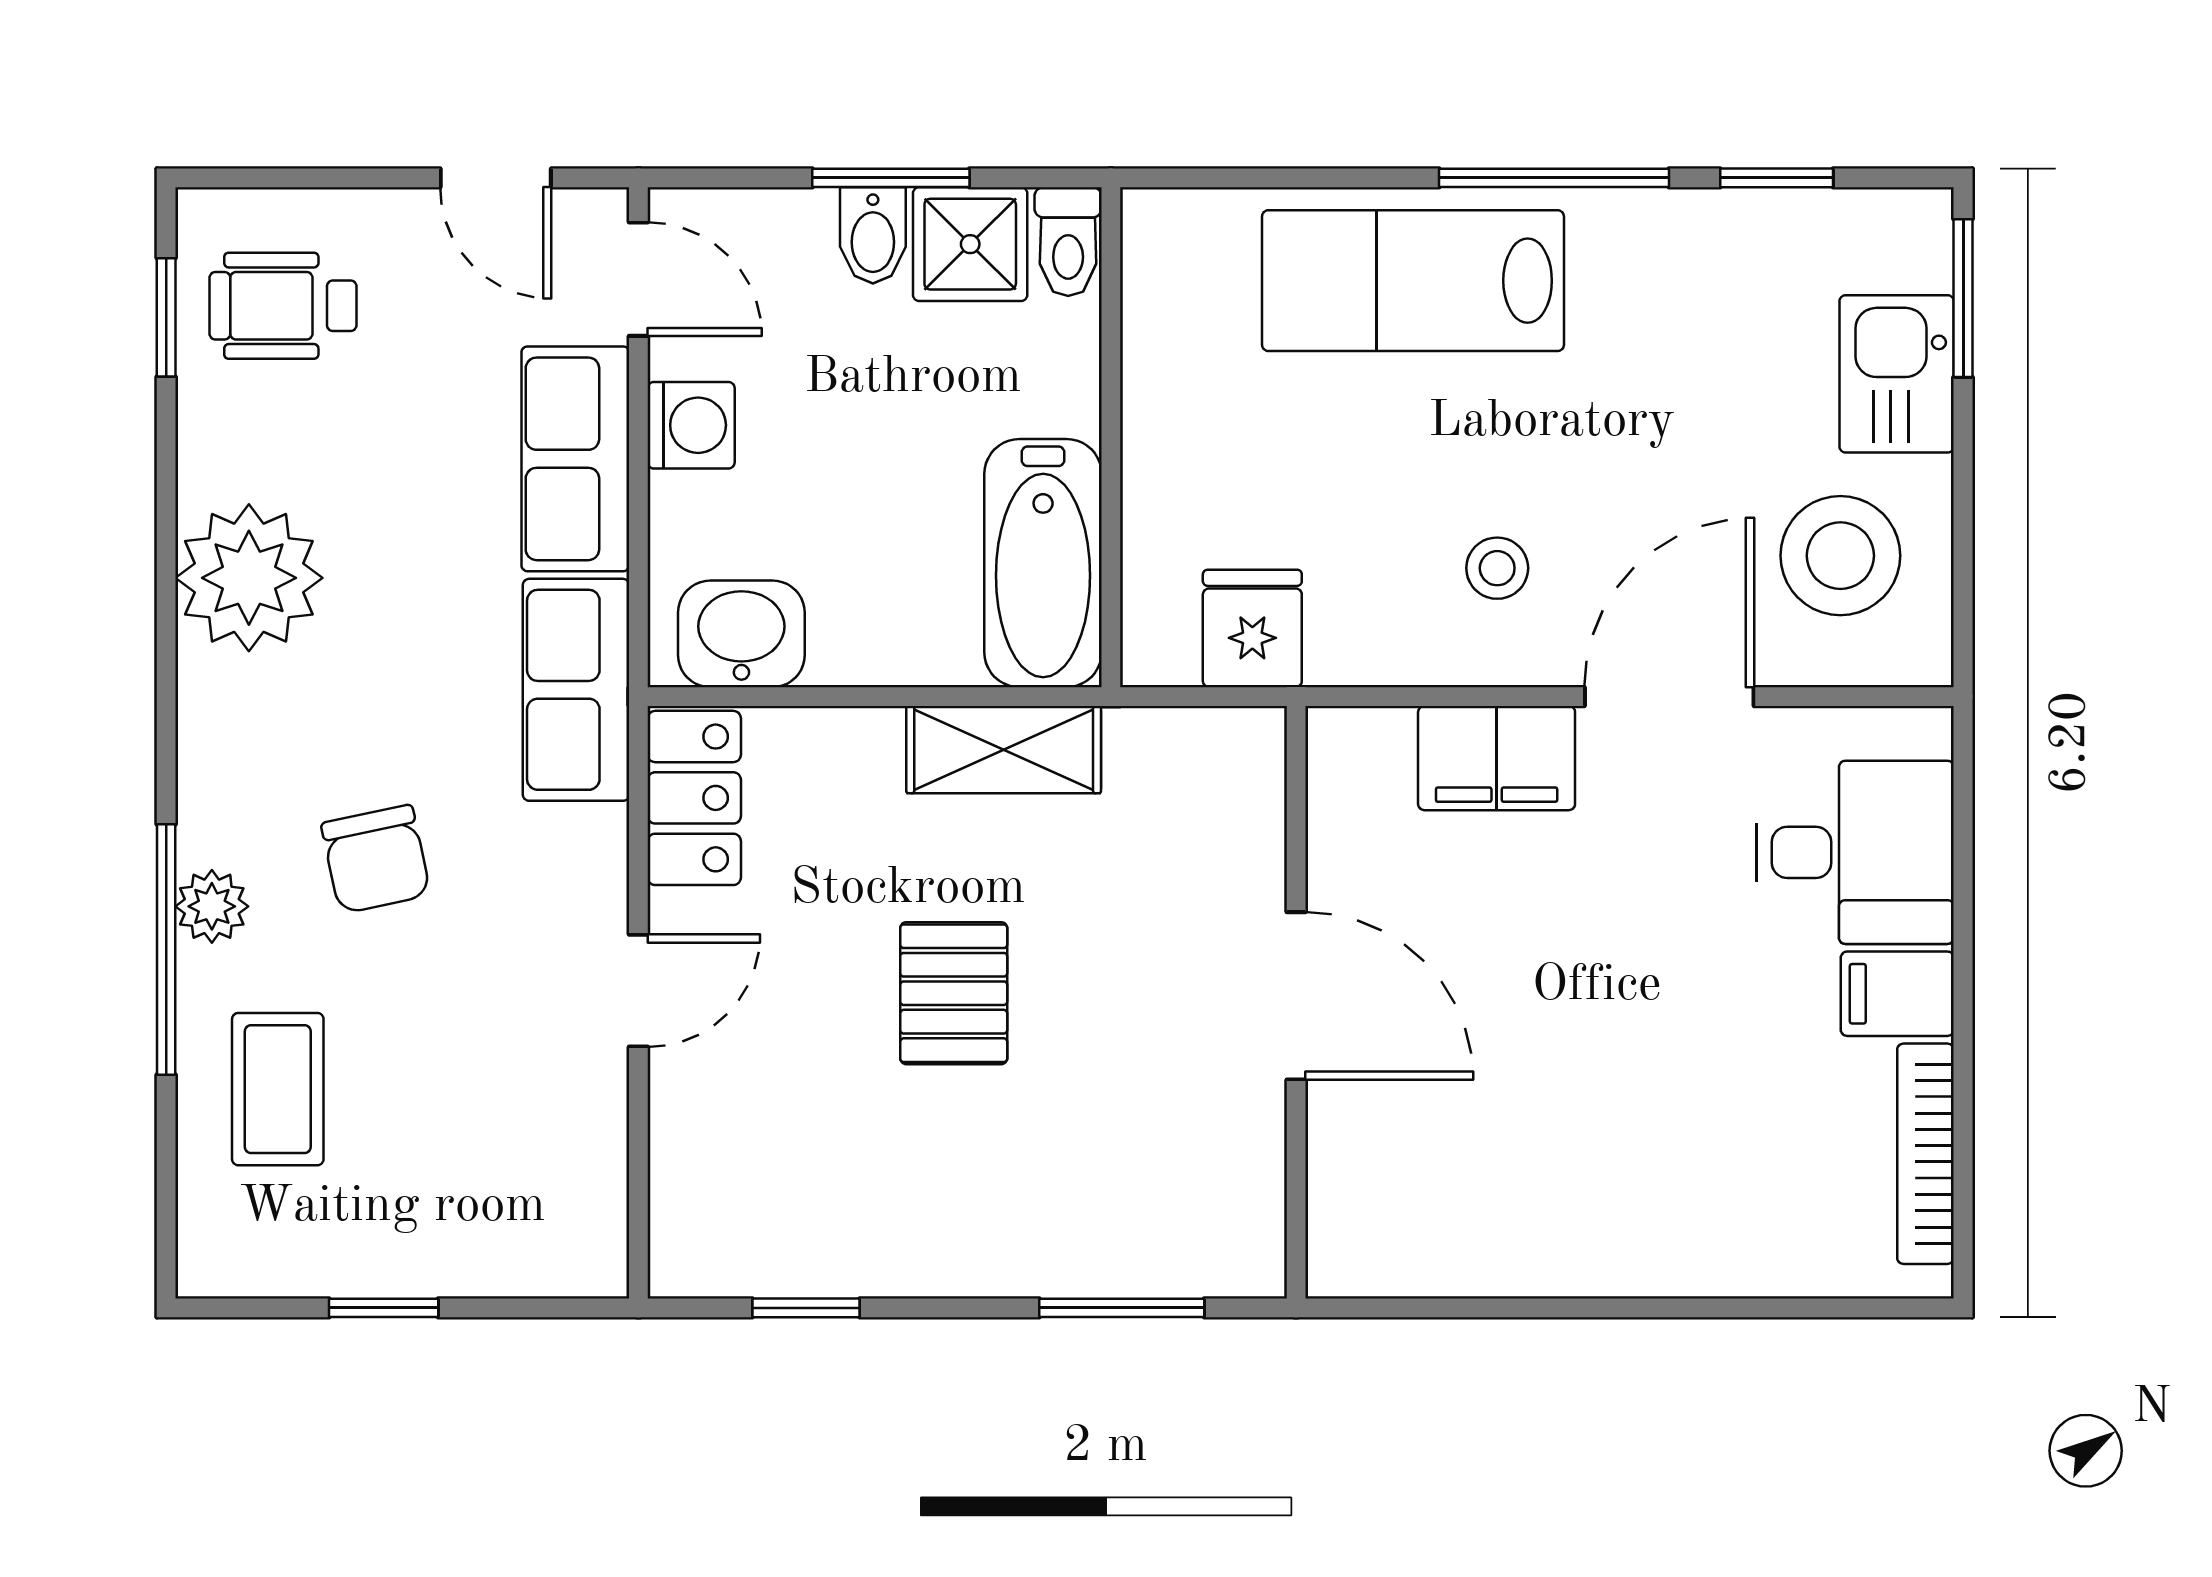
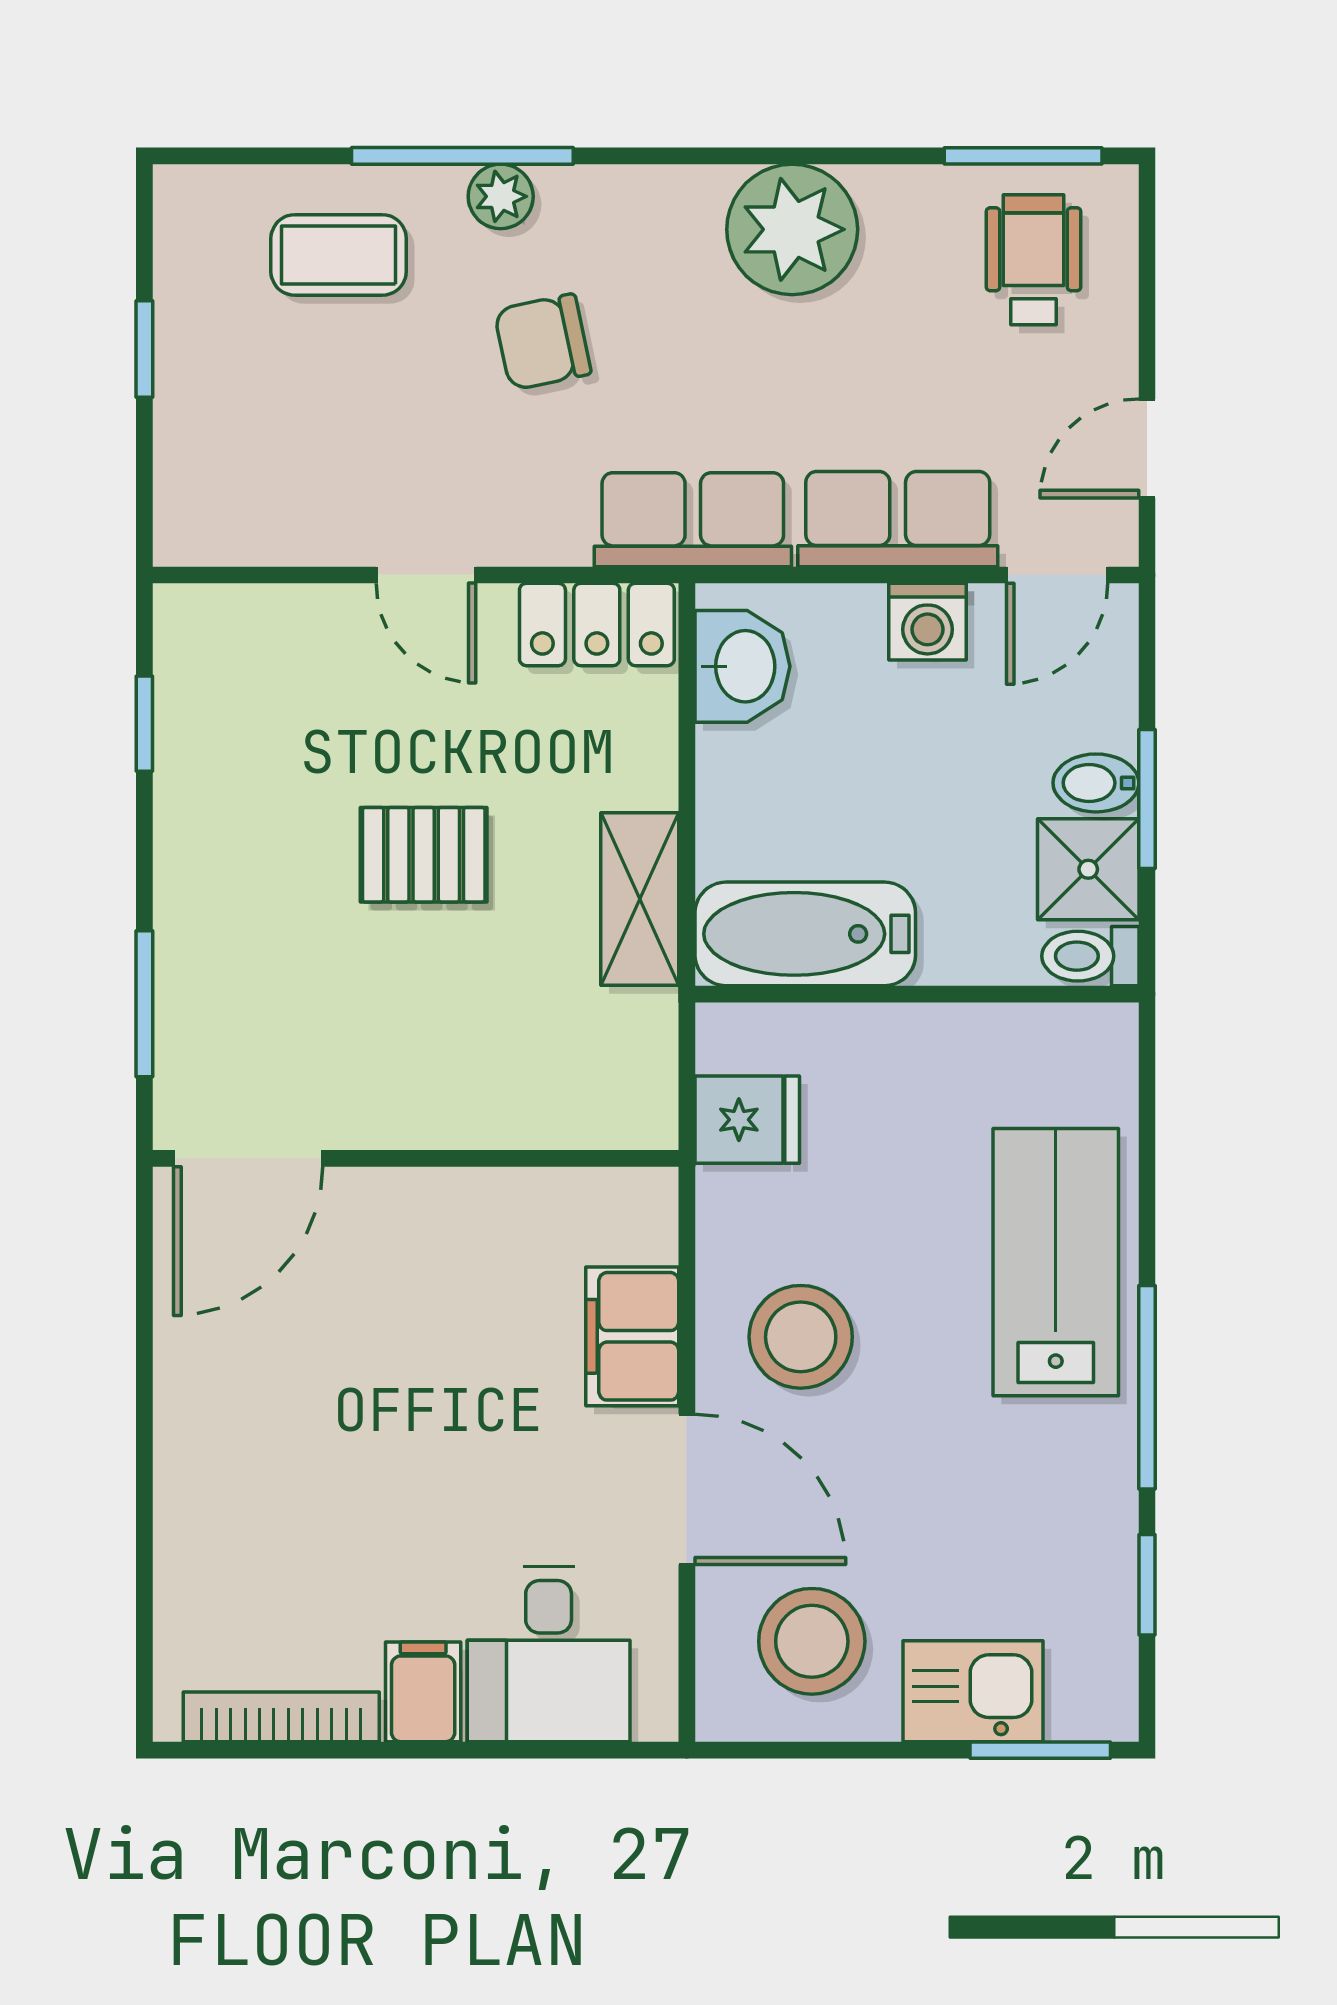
window: (166, 317) -> (1023, 156), width x1.50
stool: (1497, 568) -> (801, 1337), width x1.89, depth x1.89
door: (1296, 996) -> (248, 1158), moved

